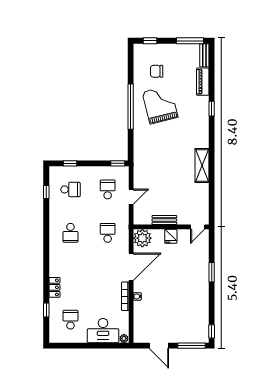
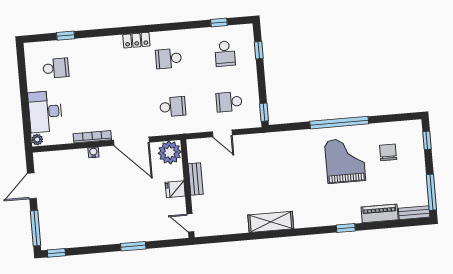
grand piano: (160, 105) -> (345, 161), turned -76
school desk: (108, 189) -> (229, 102), turned 180
locker: (54, 287) -> (136, 40), moved

